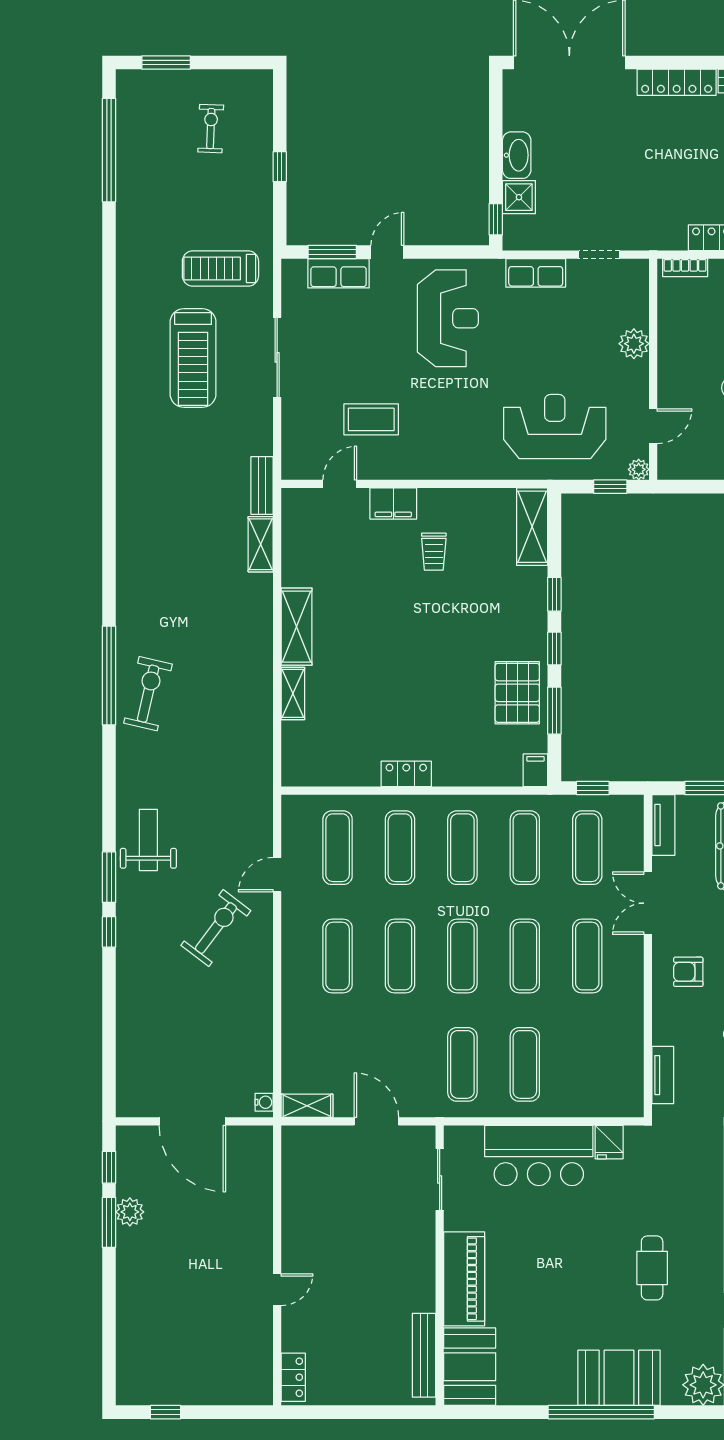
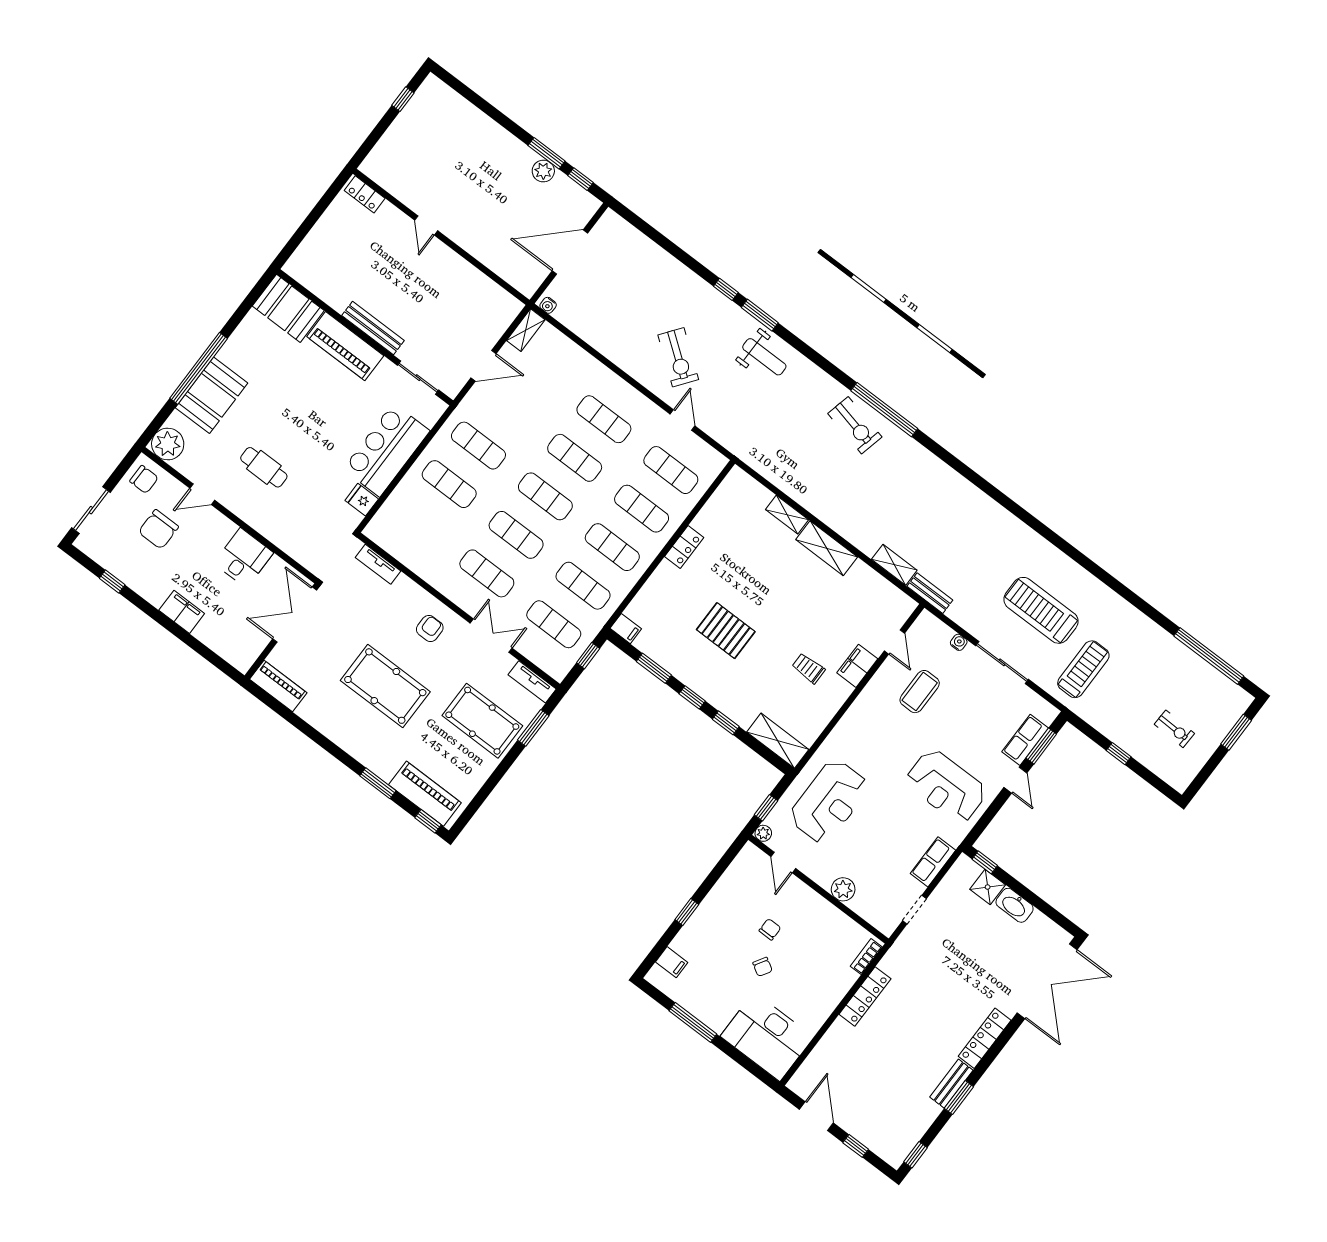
water cooler: (290, 418) -> (959, 642), added
pallet: (517, 693) -> (726, 631), moved
bench: (424, 1355) -> (373, 328), moved

